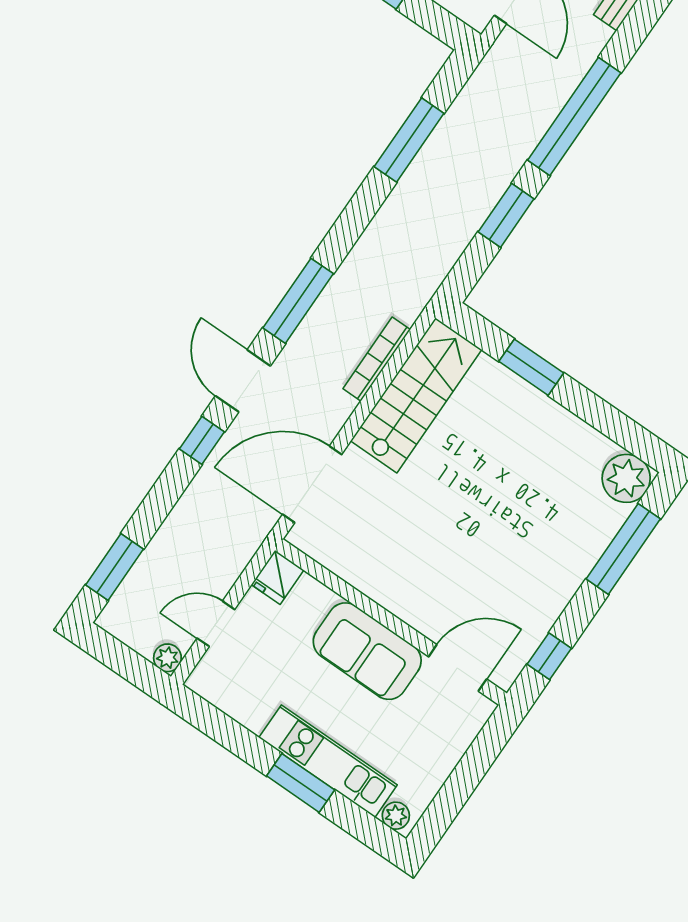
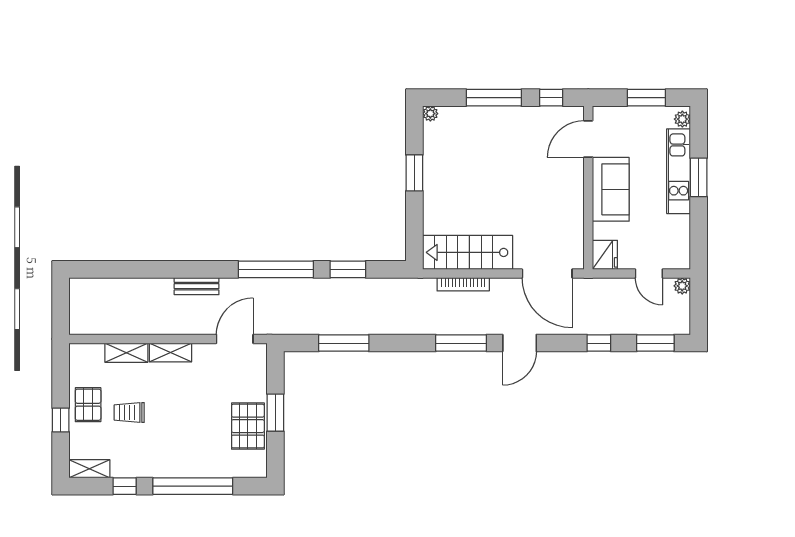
window: (531, 367) -> (414, 173), moved
window: (202, 440) -> (599, 343), moved
plant: (626, 478) -> (430, 114), width x0.53, depth x0.53
window: (623, 549) -> (494, 98), moved
fridge: (278, 577) -> (605, 255), width x1.38
door: (458, 668) -> (588, 139), hinge flipped
window: (459, 787) -> (646, 98), added

